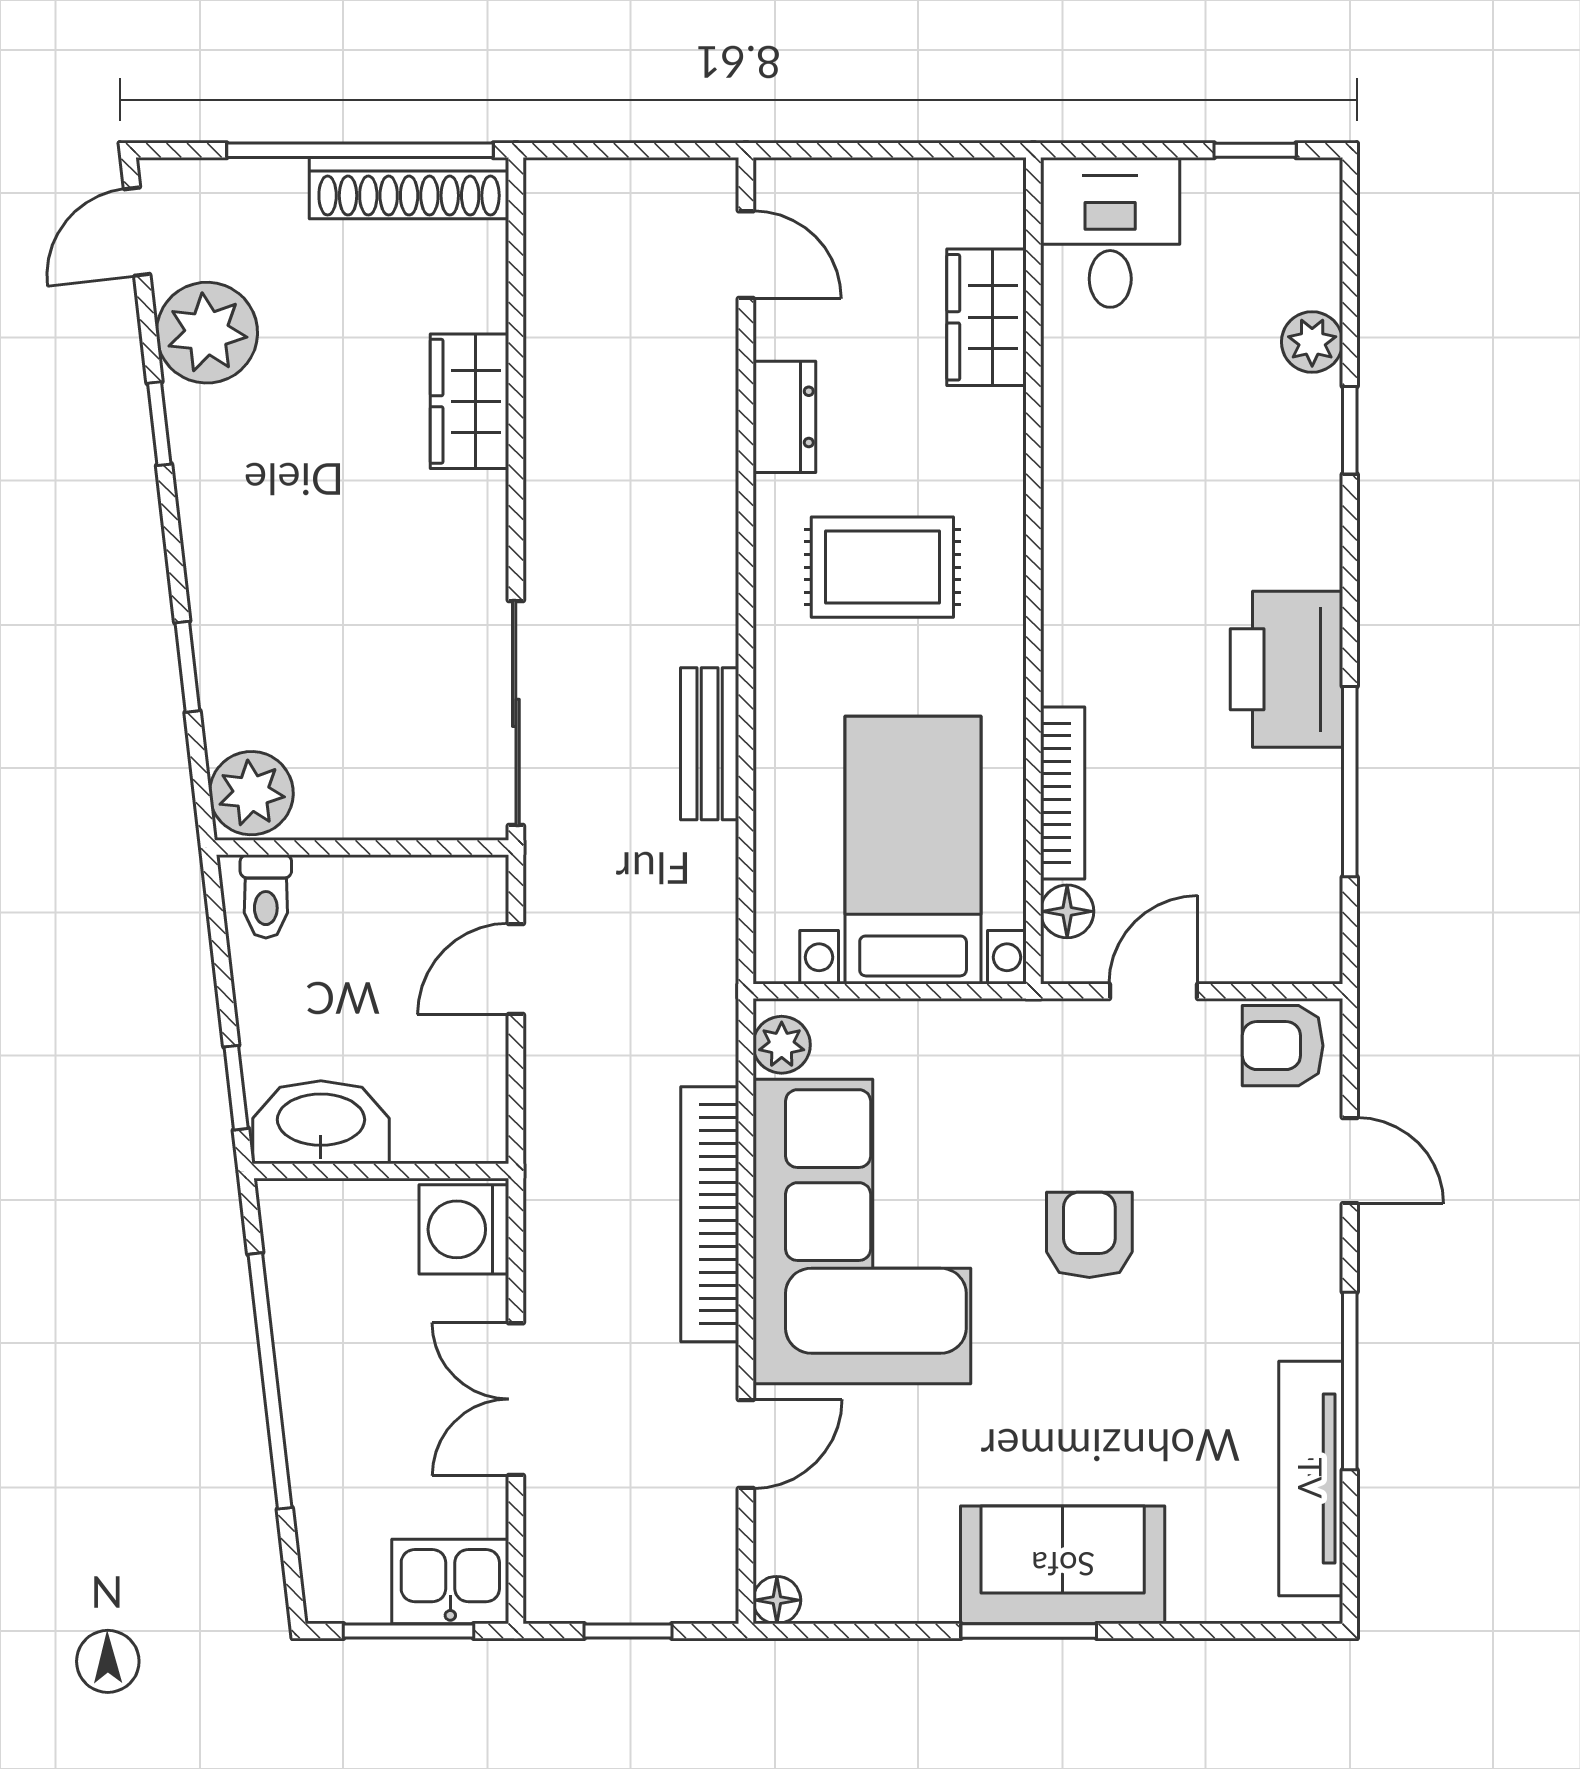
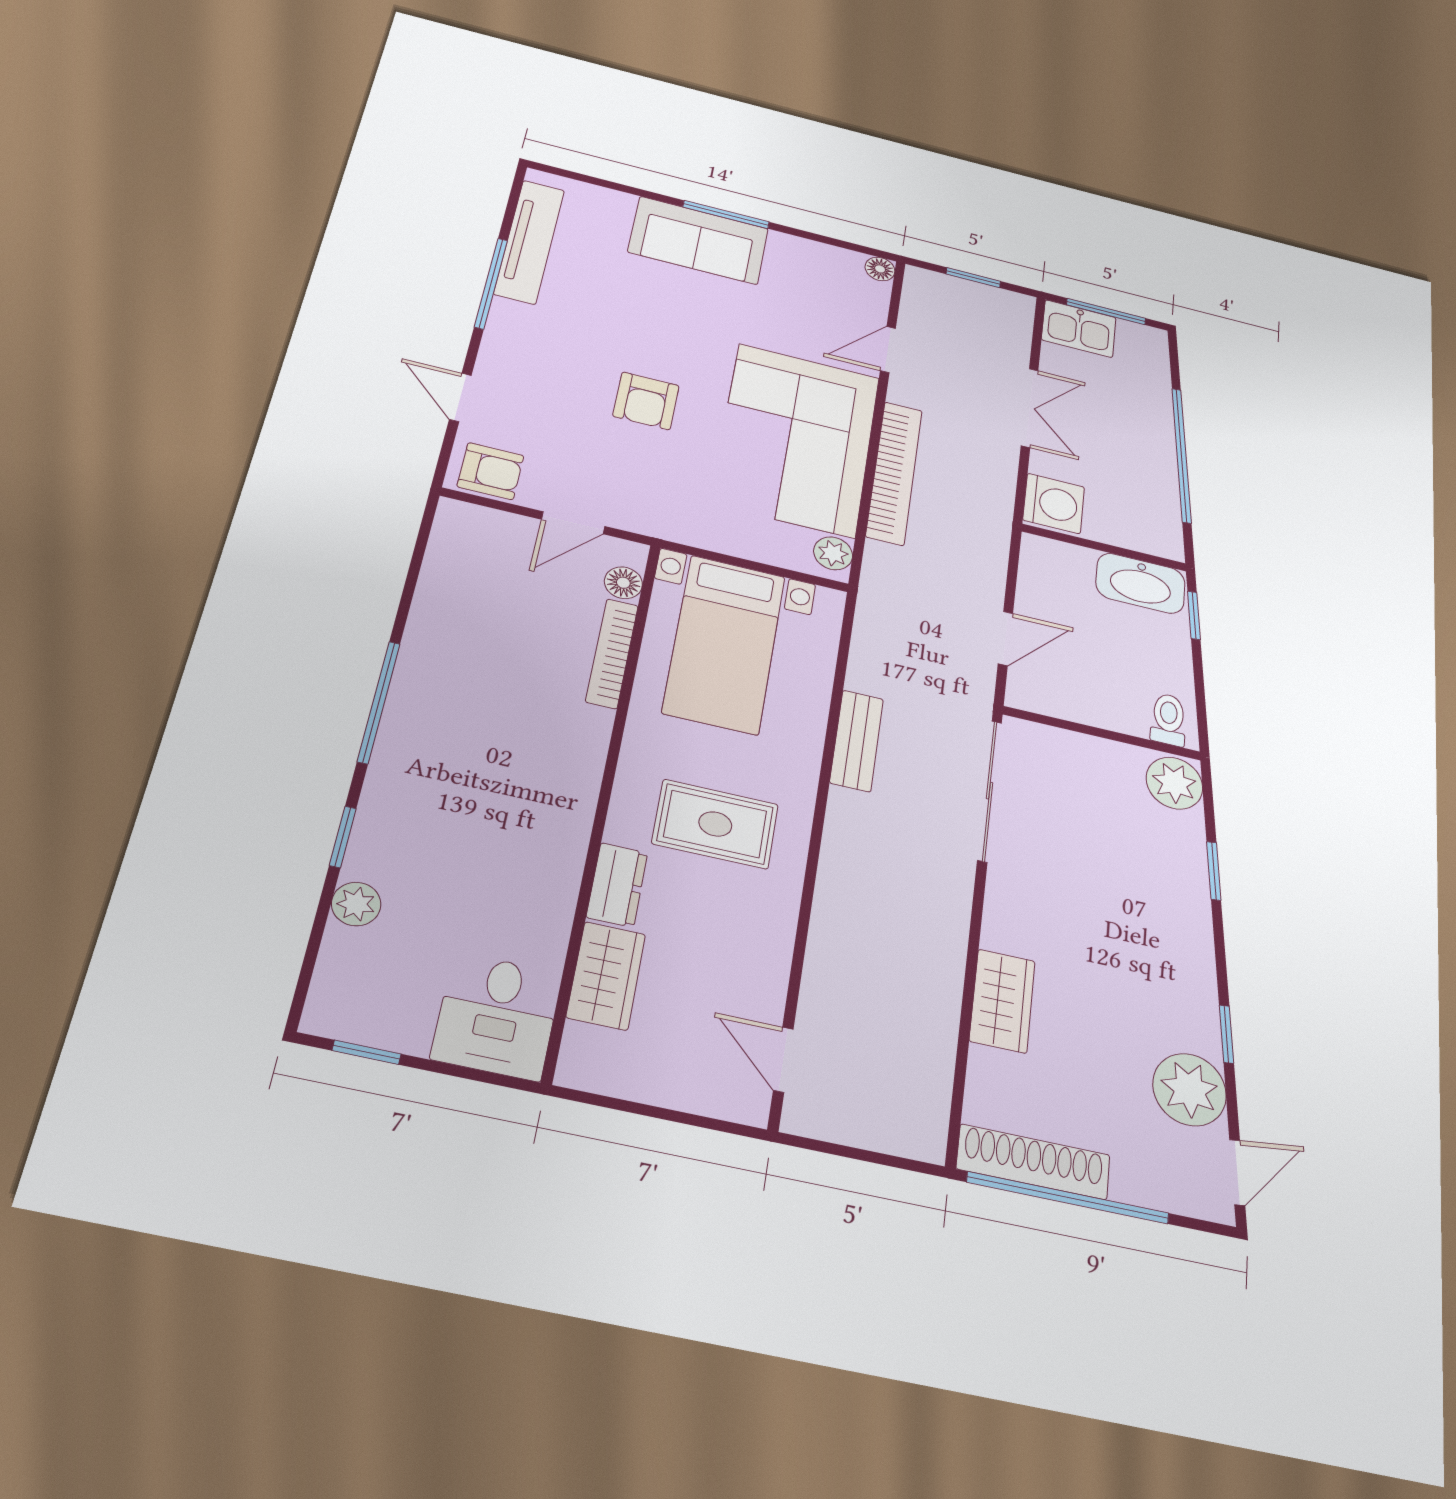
dresser: (784, 417) -> (617, 885), moved, turned 180
printer: (1286, 669) -> (431, 692), removed
window: (1350, 782) -> (379, 702), moved

